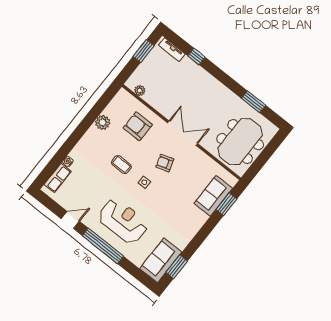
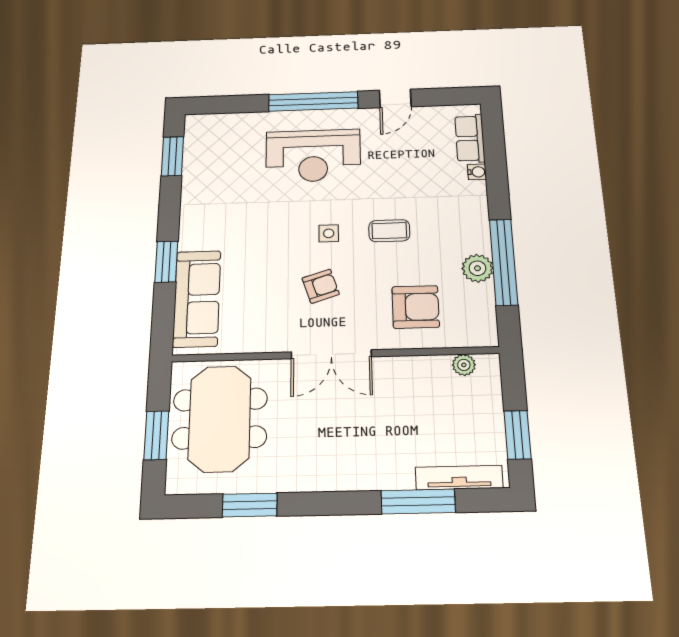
tv unit: (172, 50) -> (459, 478), width x1.41
window: (197, 56) -> (418, 501), width x2.17
window: (91, 117) -> (504, 262), added
window: (267, 154) -> (156, 435), added
sofa: (213, 196) -> (197, 298), width x1.36
window: (226, 204) -> (166, 262), moved
sofa: (161, 260) -> (205, 147), removed

